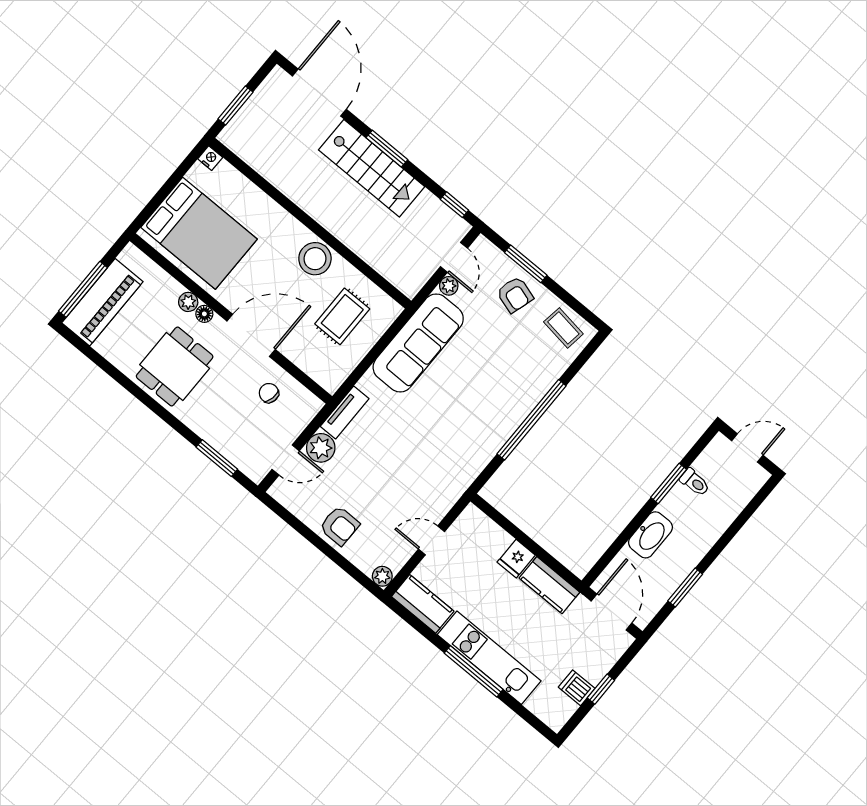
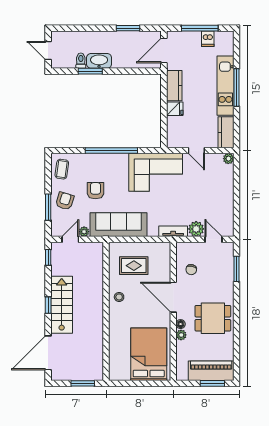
window: (387, 149) -> (48, 305), width x0.67
nightstand: (210, 158) -> (113, 376), removed
stool: (315, 259) -> (119, 297), width x0.53, depth x0.53
window: (83, 289) -> (212, 383), width x0.69
corner sofa: (449, 457) -> (156, 172), added
armchair: (340, 526) -> (95, 191), moved
washbasin: (650, 535) -> (99, 61), moved
window: (601, 689) -> (200, 28), width x2.17

